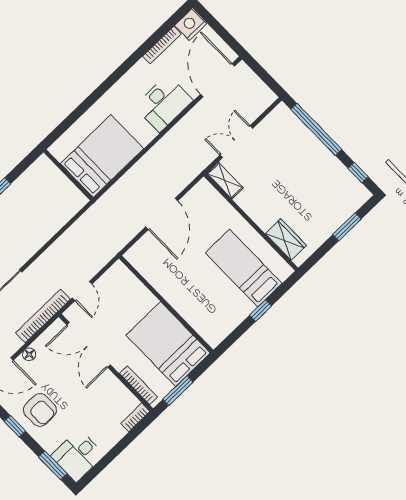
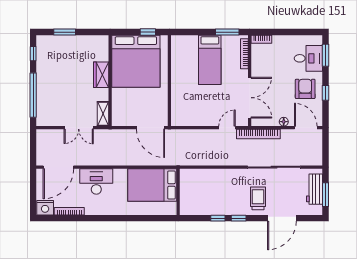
door: (162, 214) -> (151, 128), swing flipped
wardrobe: (286, 240) -> (101, 75), moved
bed: (244, 268) -> (136, 61), width x2.04
wall: (166, 304) -> (169, 81), moved
bed: (168, 344) -> (210, 60), width x0.67
desk: (78, 456) -> (308, 58), moved

